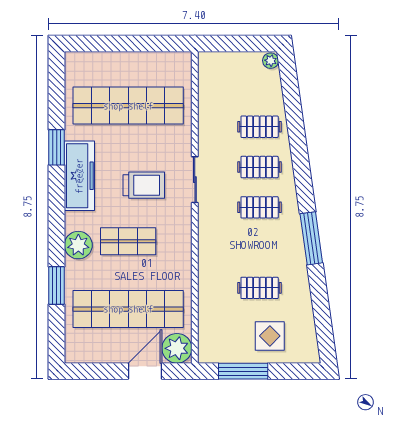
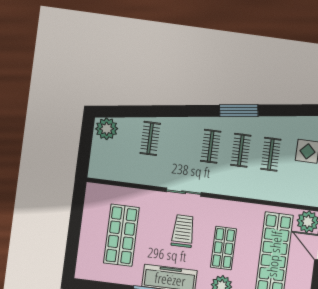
plant: (271, 61) -> (107, 129), width x1.87, depth x1.87
shop shelf: (128, 106) -> (121, 235), width x0.71
clothes rail: (260, 167) -> (241, 150), moved

